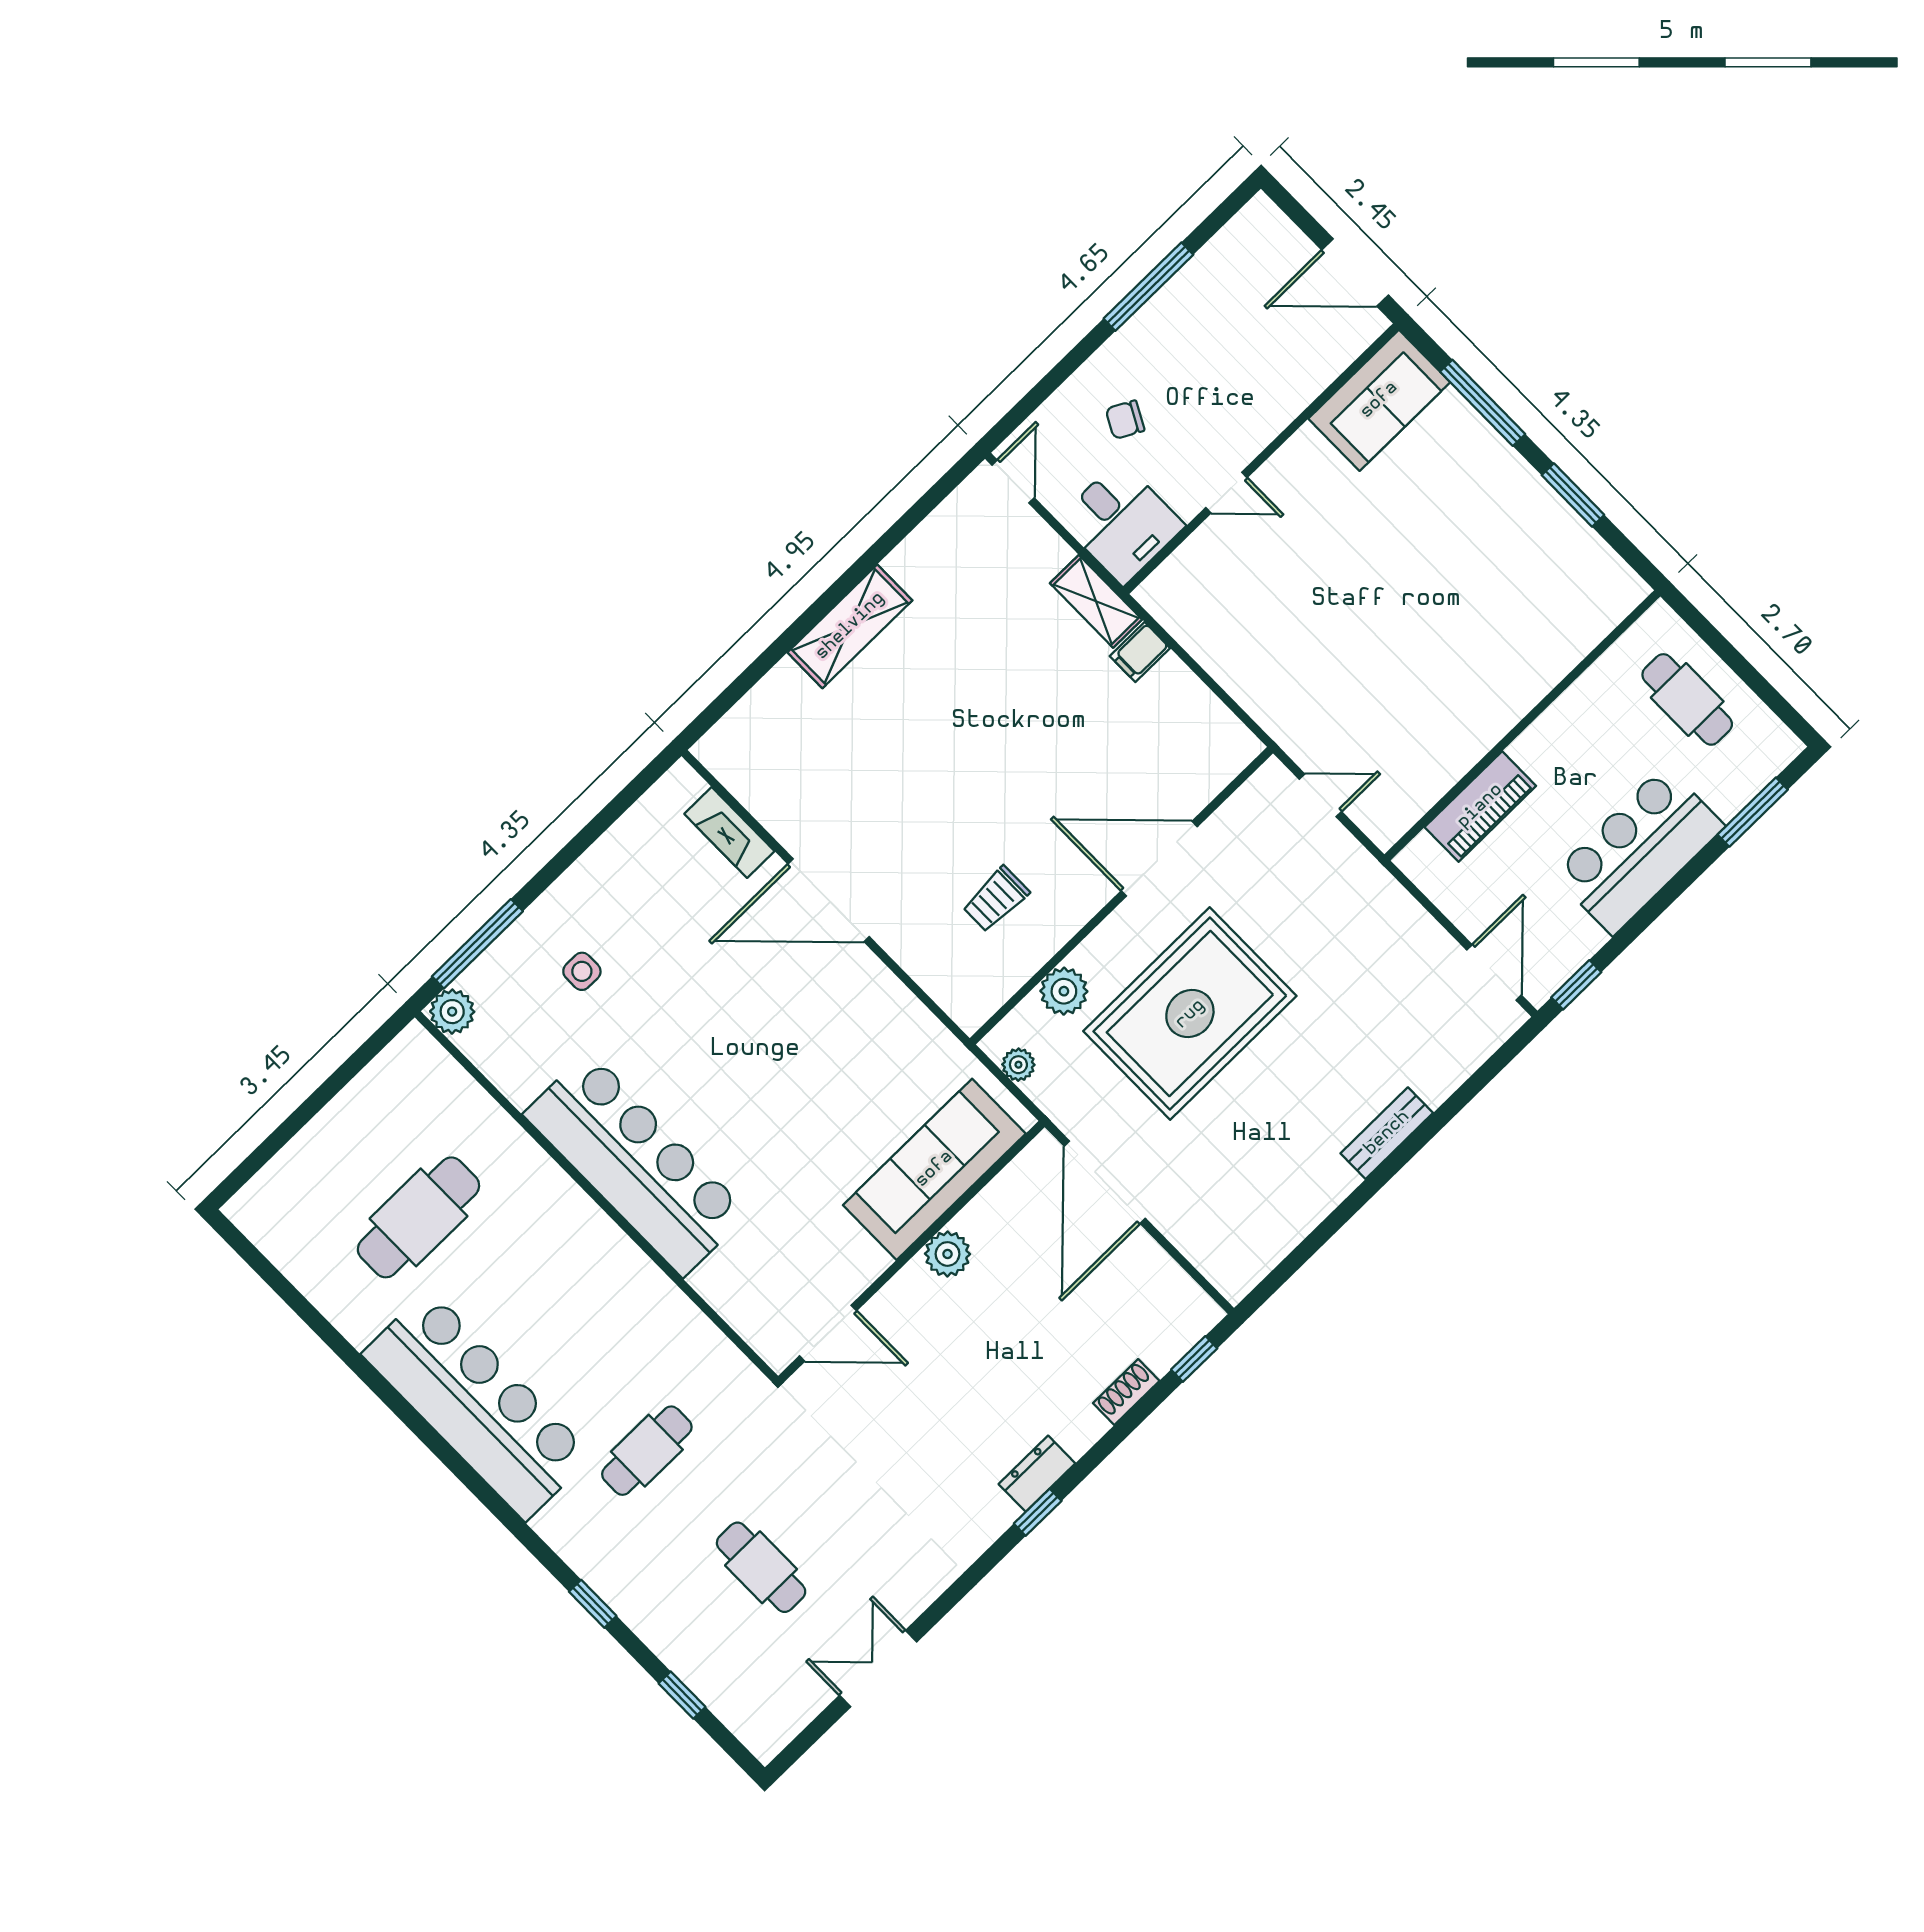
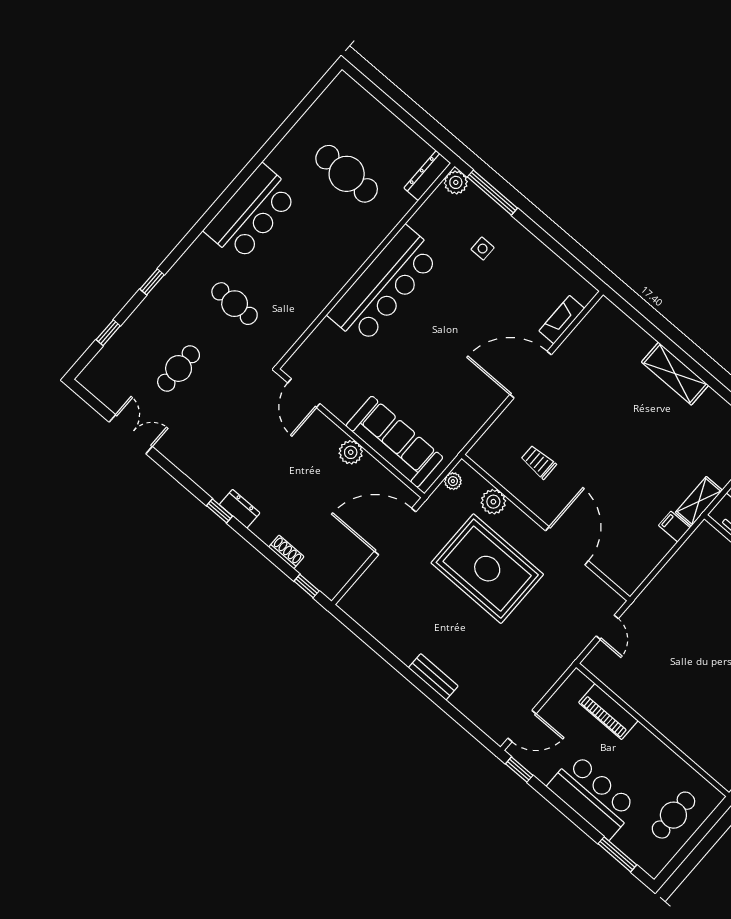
door: (829, 900) -> (531, 375), hinge flipped
dresser: (435, 1064) -> (427, 176), added
bar counter: (477, 1405) -> (251, 213), width x0.73

